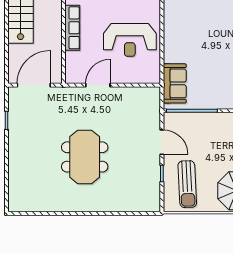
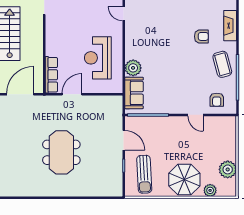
row of seats: (72, 28) -> (51, 75), moved
reception desk: (130, 40) -> (98, 58), turned 90
plant: (173, 52) -> (133, 68), added

